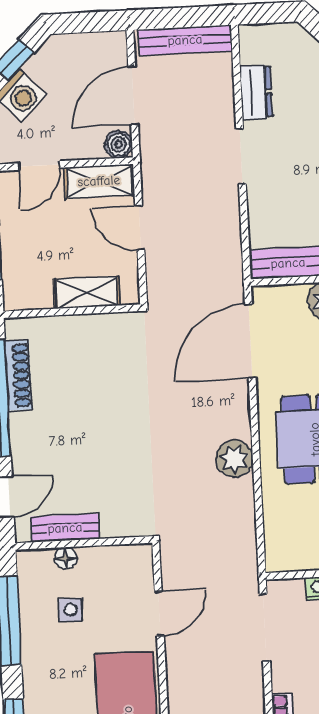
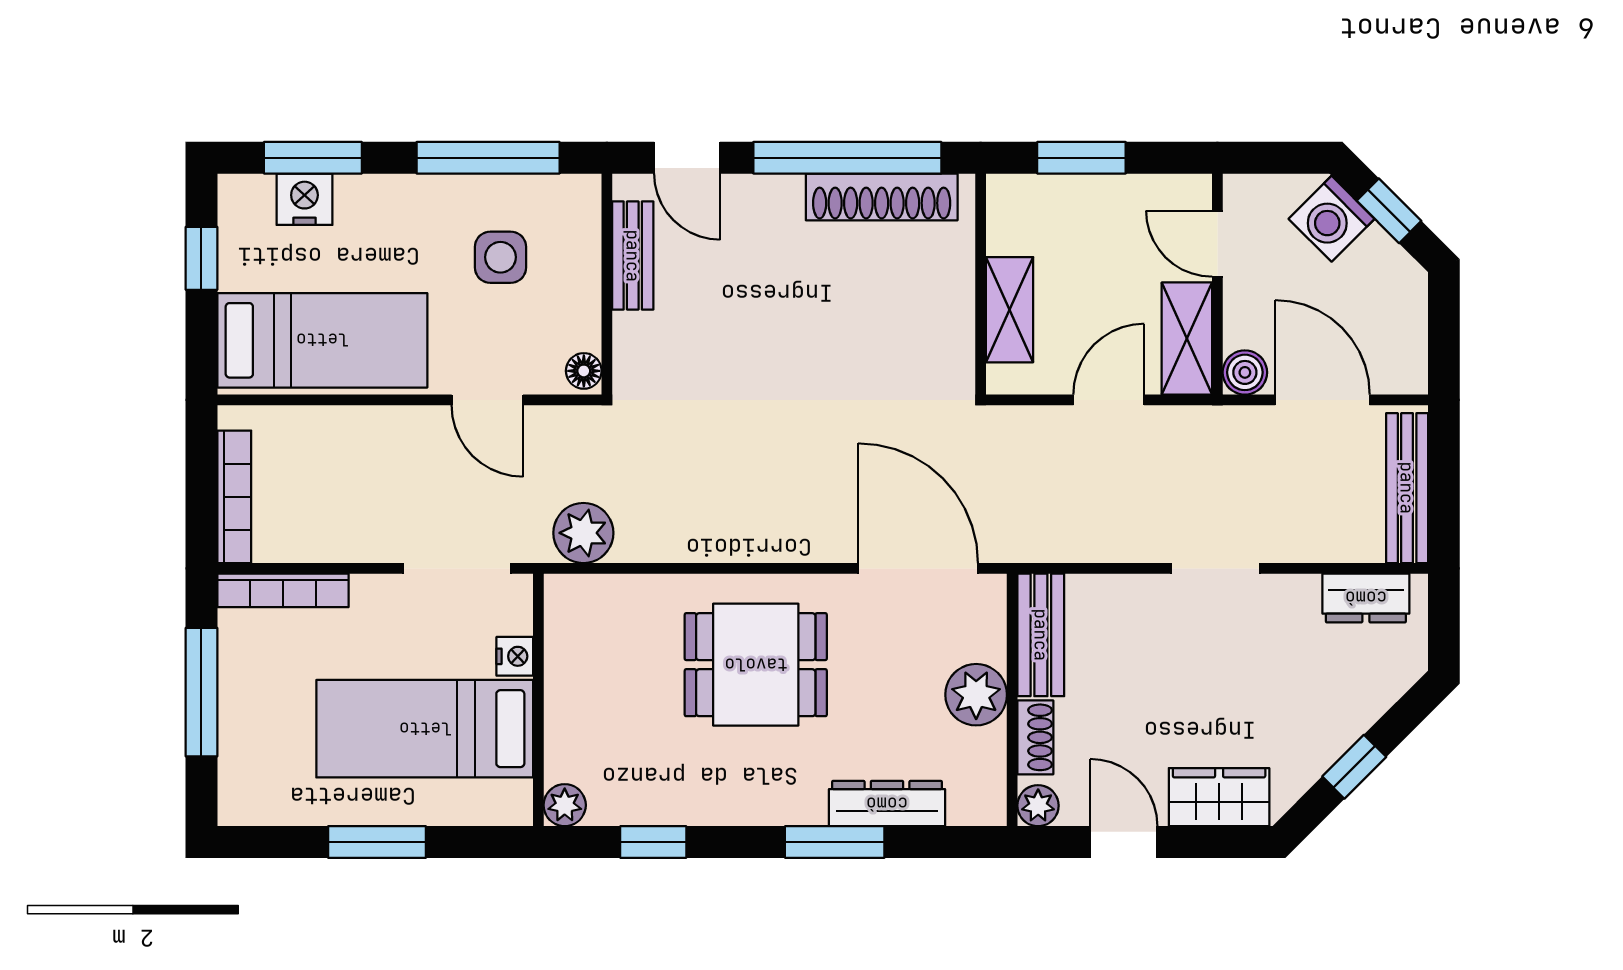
dresser: (256, 92) -> (1366, 598), moved
shoe rack: (18, 375) -> (882, 197), width x1.36, depth x1.24
plant: (234, 459) -> (583, 533), moved
floor lamp: (66, 558) -> (584, 371), moved
side table: (70, 610) -> (500, 257), width x1.37, depth x1.37

